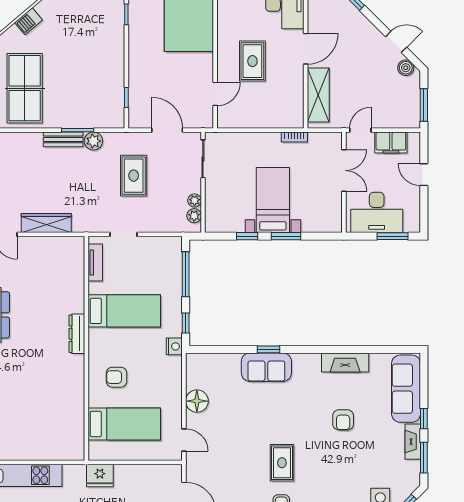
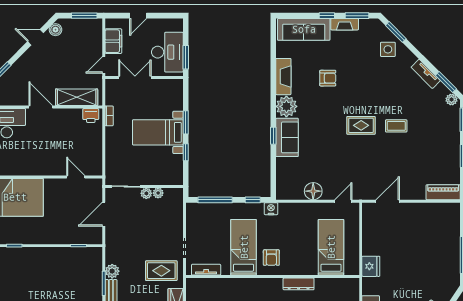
door: (396, 42) -> (36, 37), hinge flipped
rug: (252, 61) -> (50, 148), removed
printer: (295, 113) -> (91, 115), added
door: (360, 130) -> (104, 65), hinge flipped
rug: (134, 176) -> (161, 271), moved
plant: (194, 216) -> (146, 193), moved
window: (392, 236) -> (186, 57), moved
dresser: (77, 334) -> (299, 284), moved
plant: (306, 366) -> (286, 106), added
armchair: (117, 377) -> (271, 258), moved

